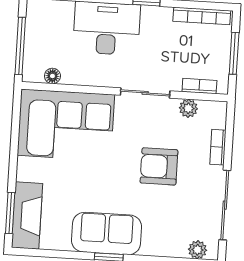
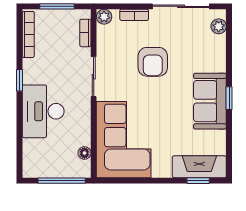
plant: (188, 108) -> (104, 17), moved
window: (10, 213) -> (198, 181), width x0.67

